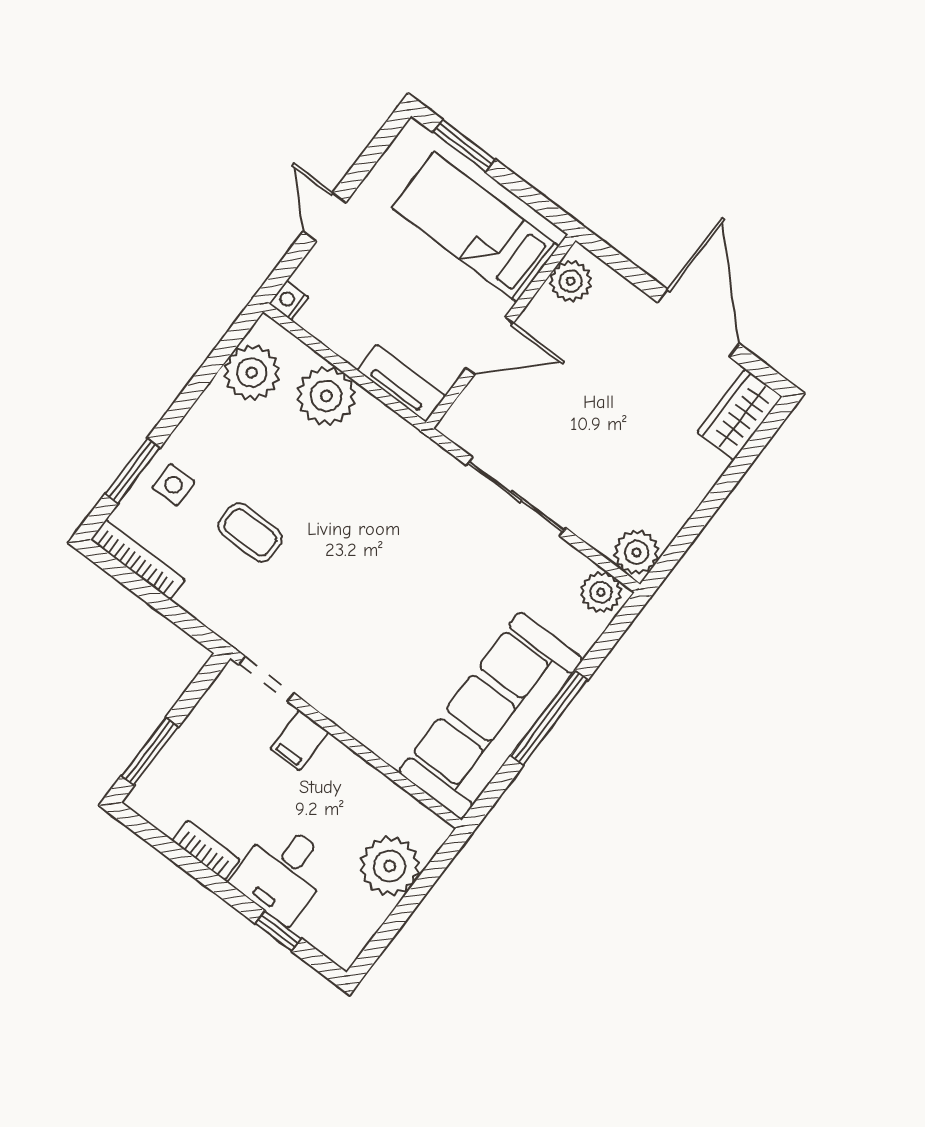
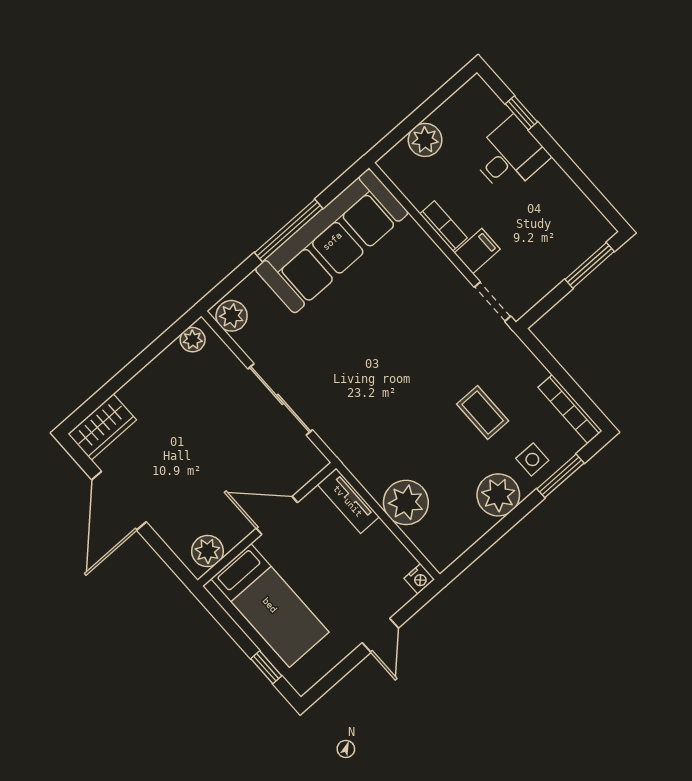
window: (464, 146) -> (266, 667), width x0.67
plant: (252, 373) -> (498, 495), moved
plant: (637, 552) -> (193, 340), width x0.73, depth x0.73
bookcase: (206, 850) -> (444, 226), moved, turned 180
plant: (390, 866) -> (425, 140), width x0.73, depth x0.73

